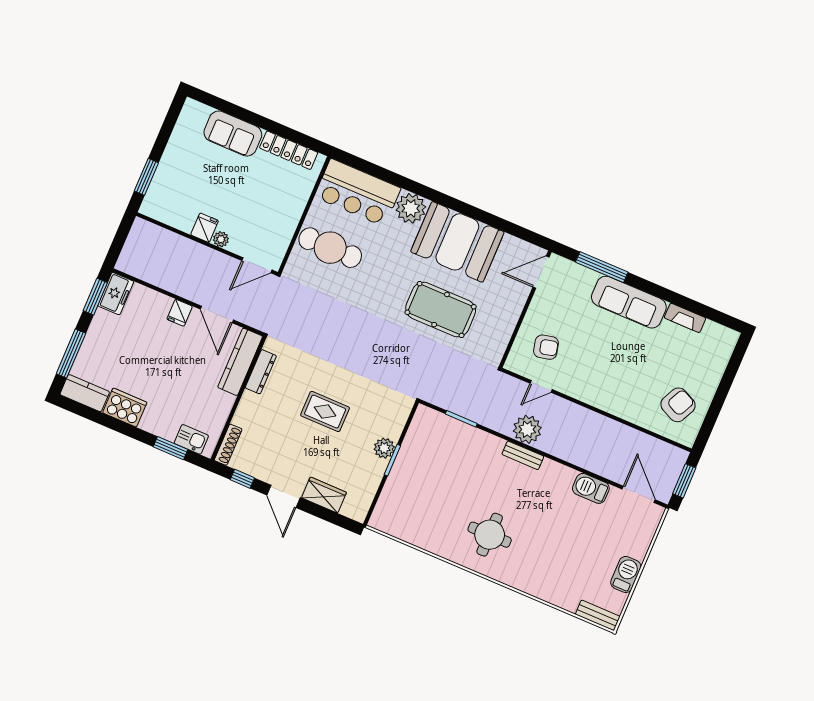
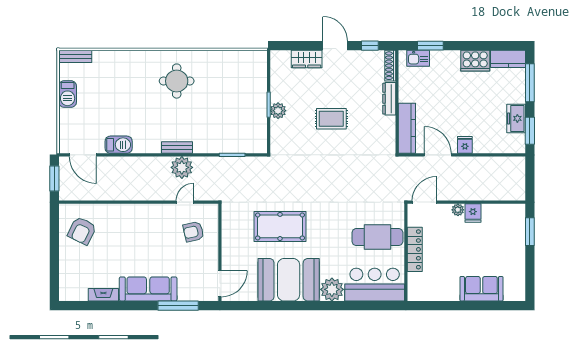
locker: (289, 150) -> (415, 249), moved, turned 90
freezer: (116, 294) -> (516, 118), moved
dresser: (261, 372) -> (389, 99), moved

